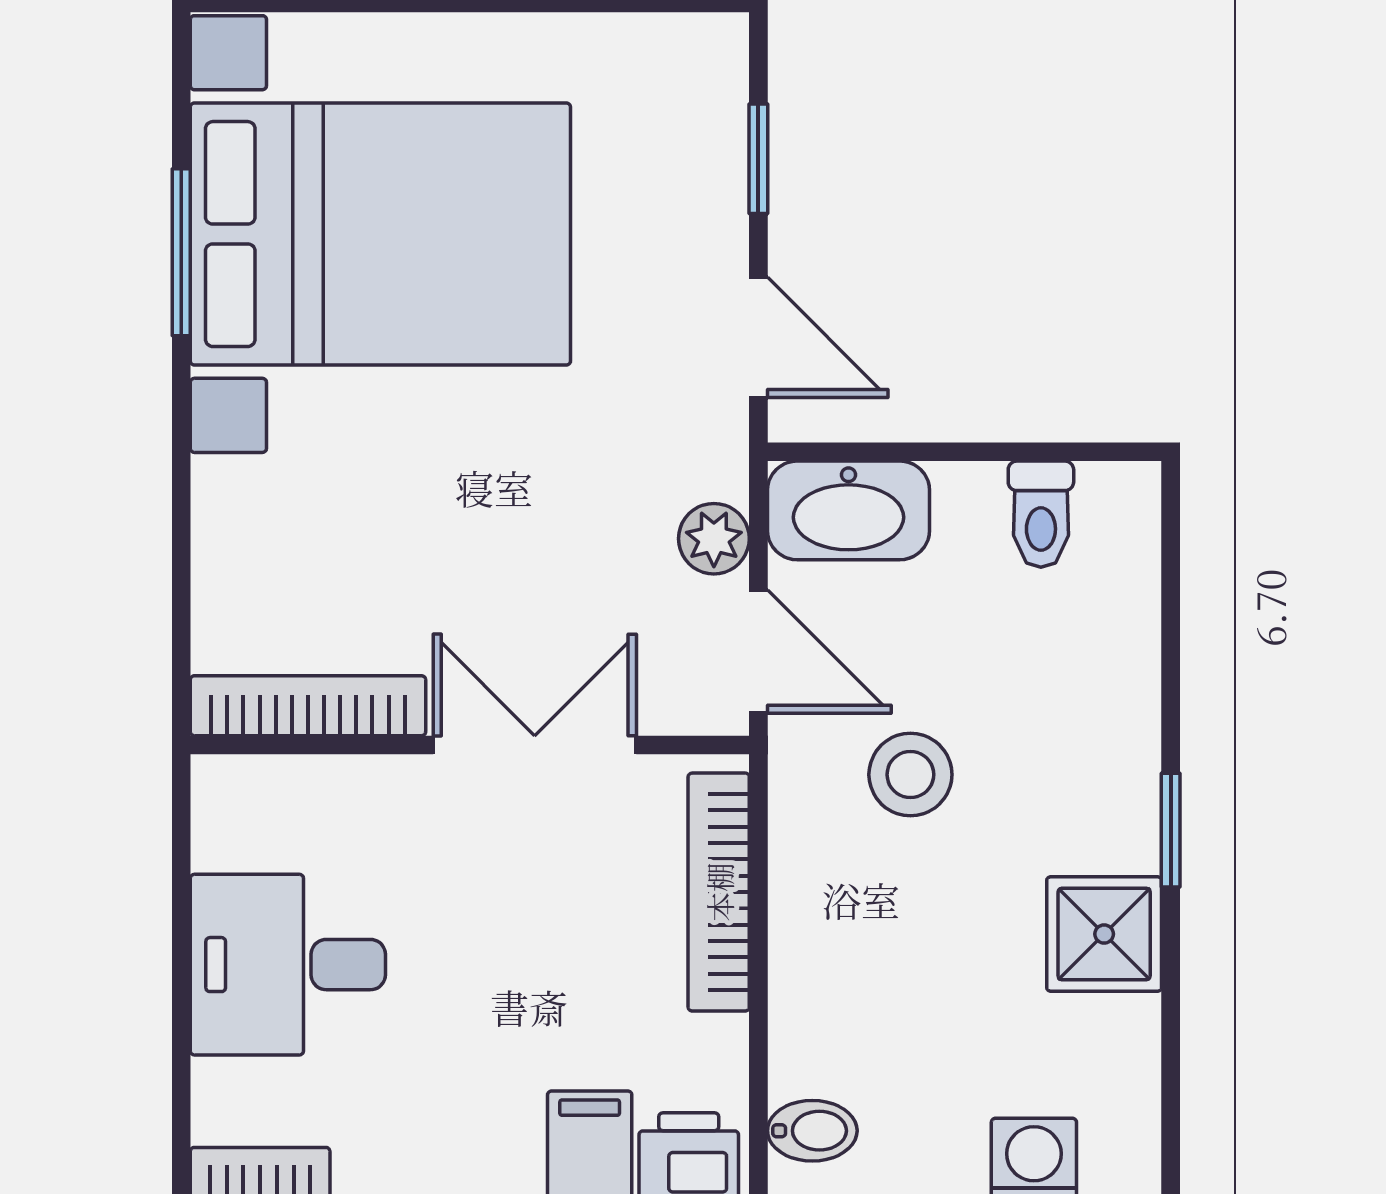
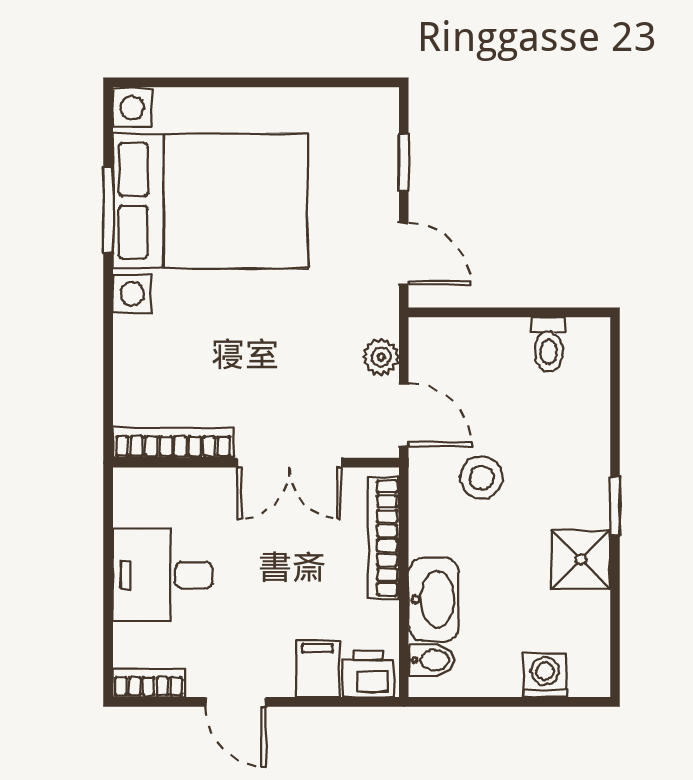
washbasin: (849, 510) -> (434, 599), moved, turned -90
double door: (535, 745) -> (289, 463), swing flipped

